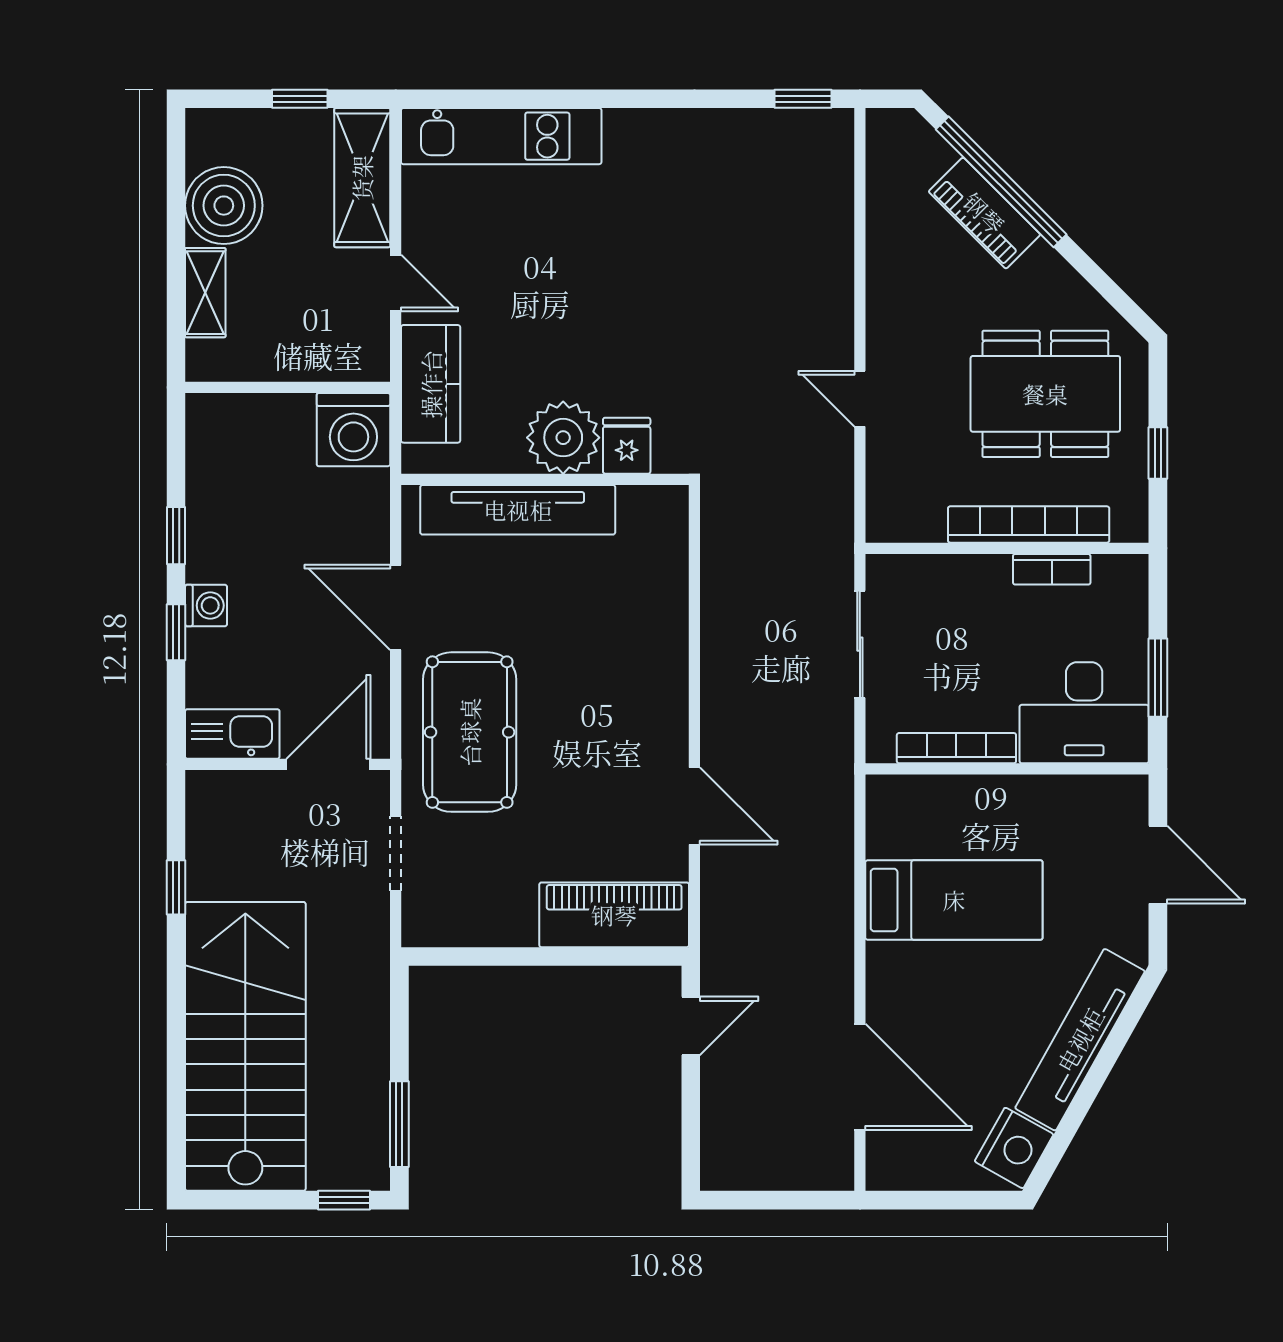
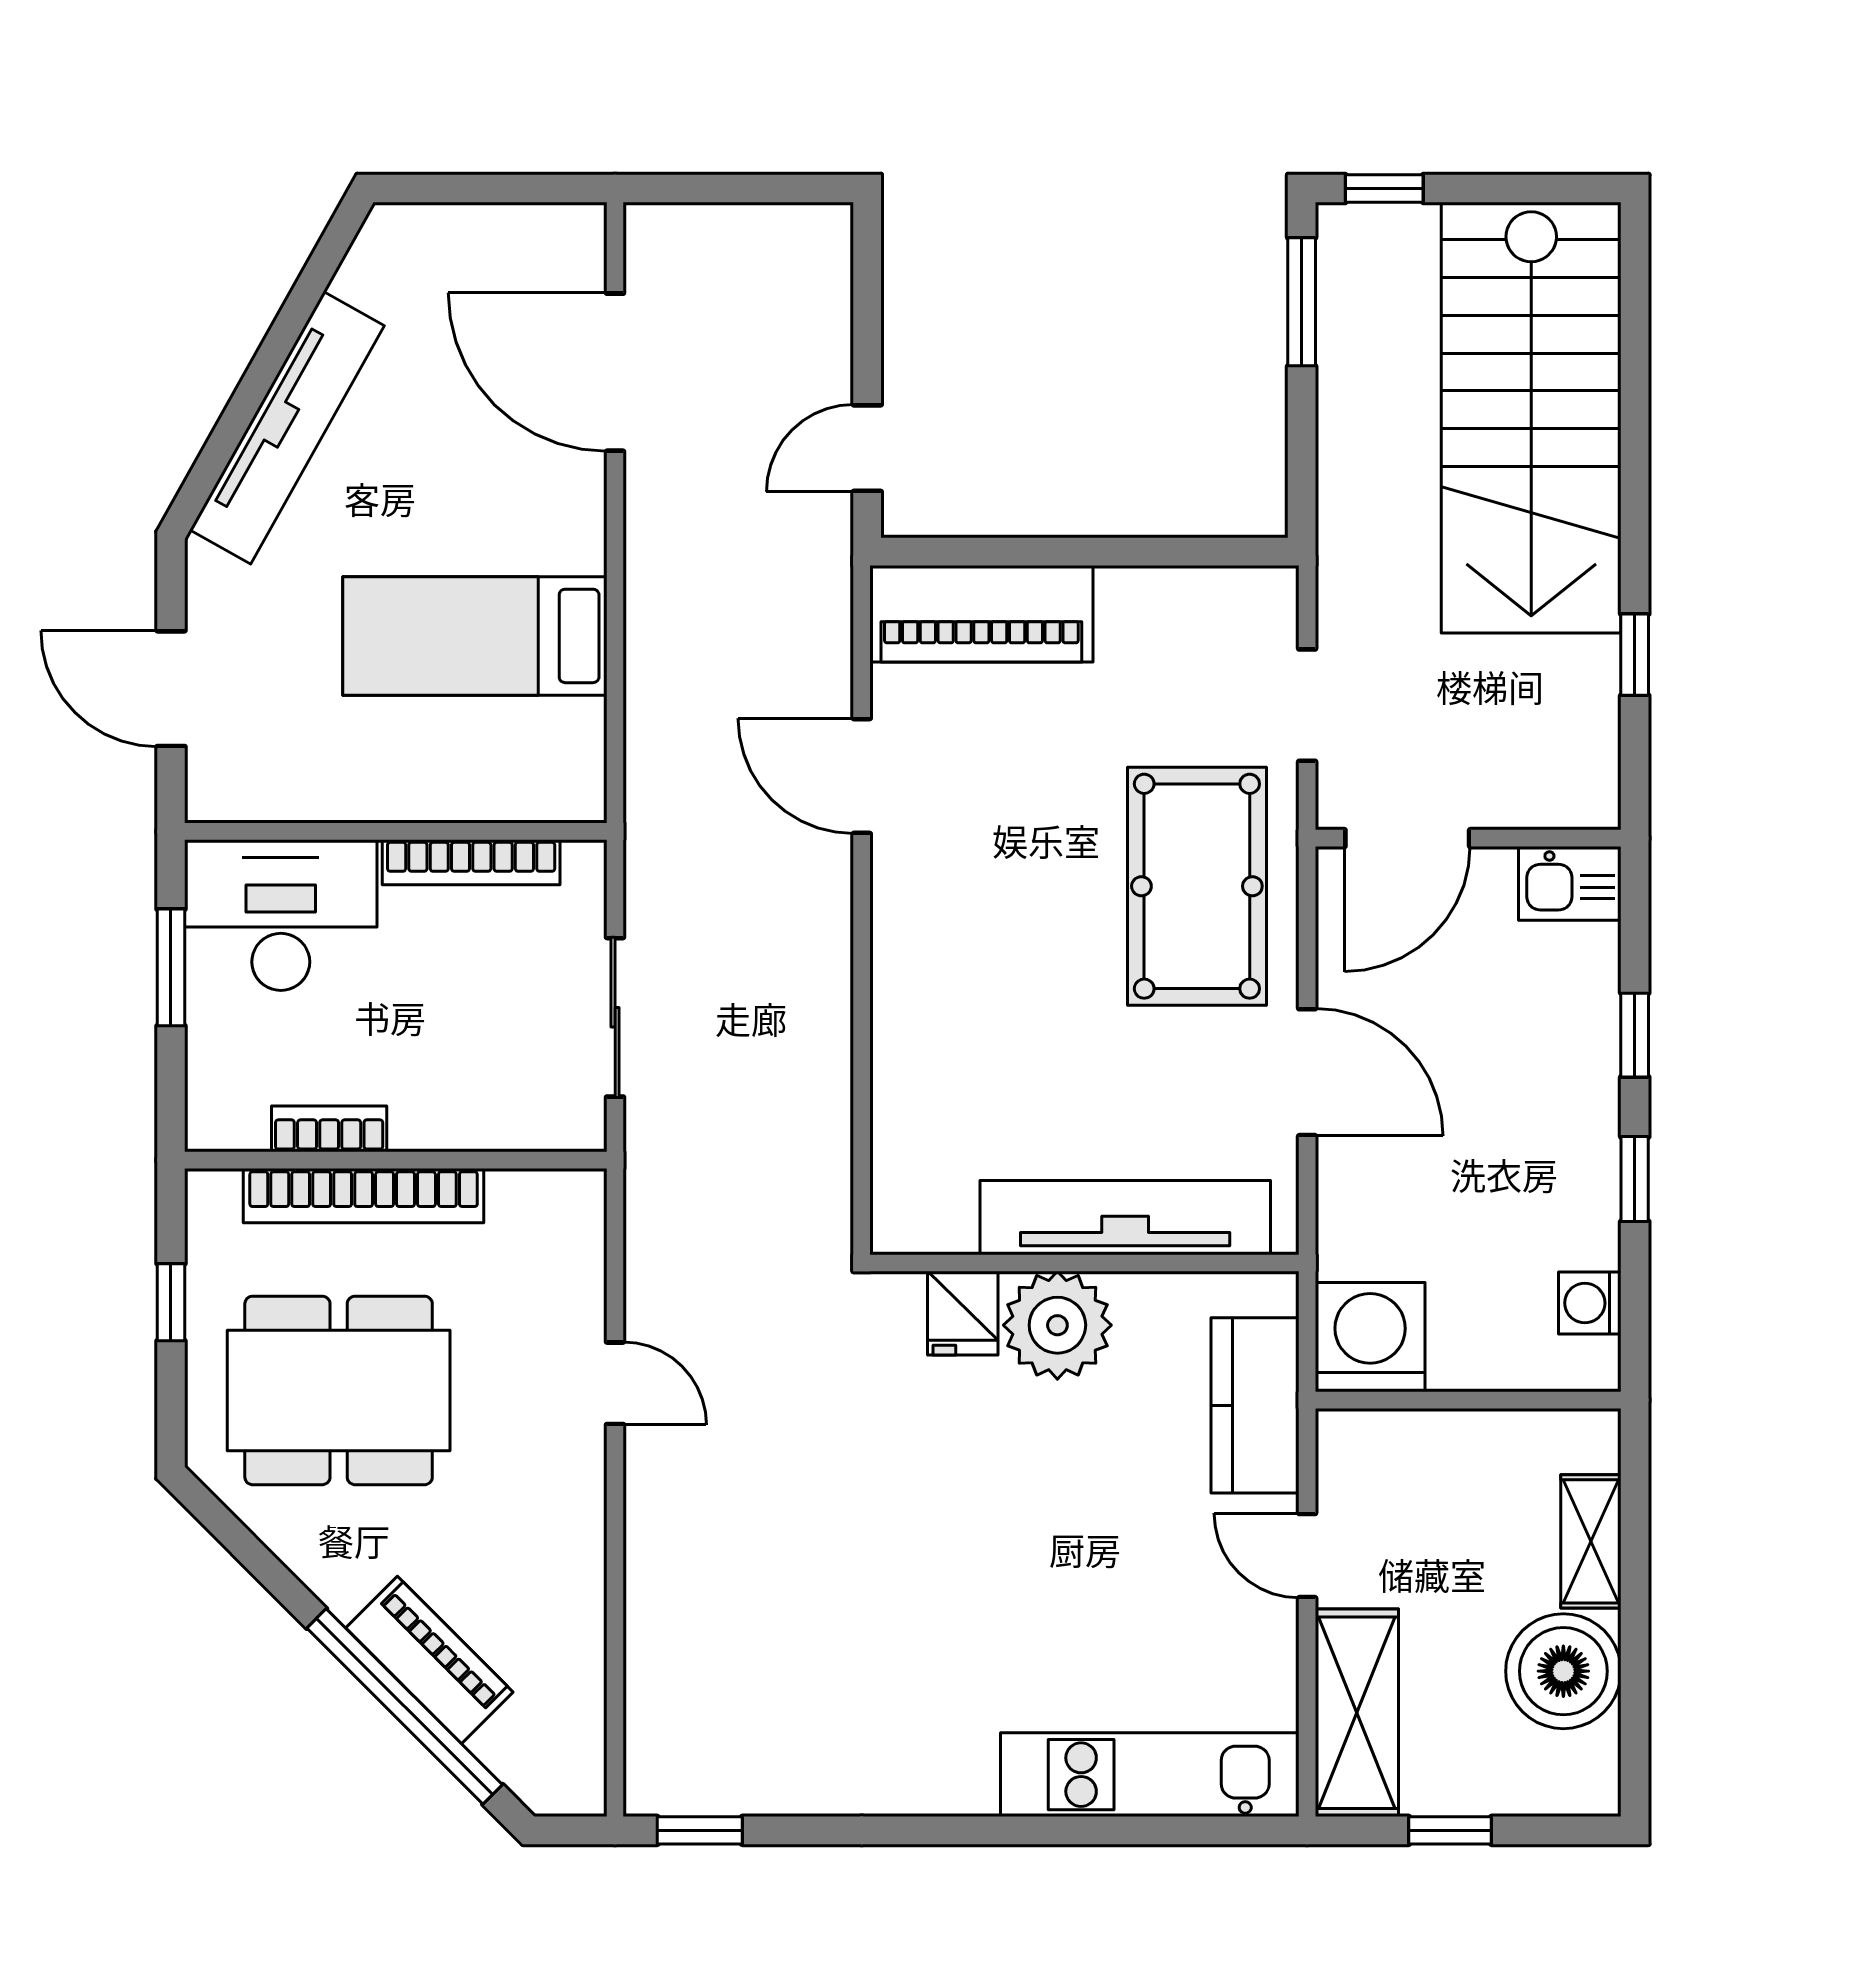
washing machine: (206, 605) -> (1590, 1303), moved
kitchen sink: (232, 734) -> (1570, 883), width x0.73
nightstand: (1014, 1148) -> (385, 266), removed

